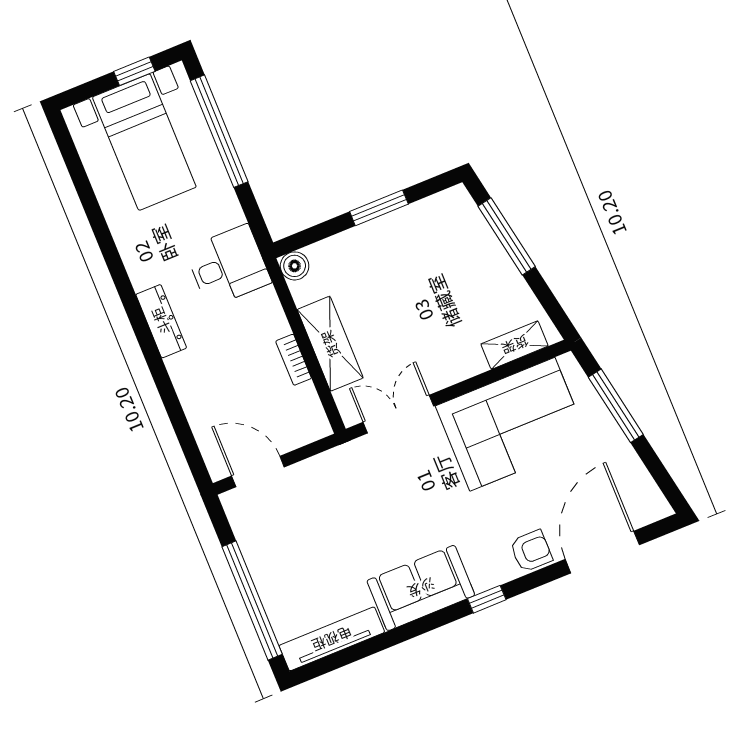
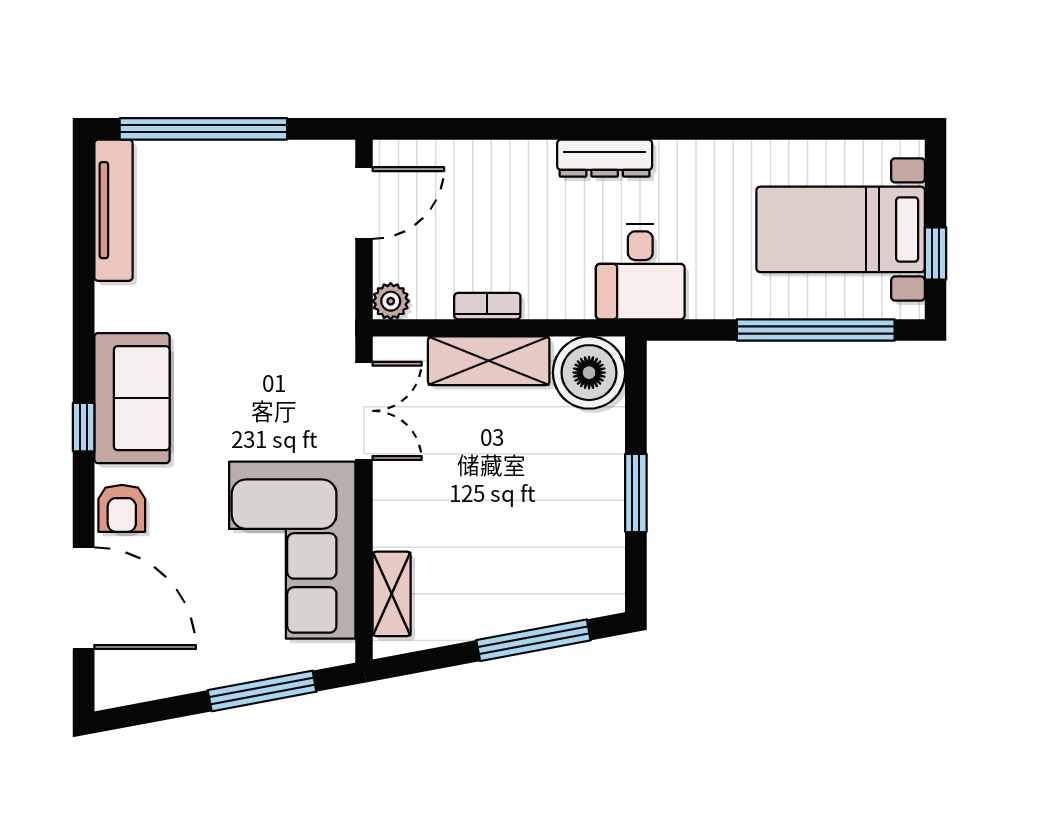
boiler: (295, 266) -> (589, 373), width x1.86, depth x1.86
plant: (317, 426) -> (391, 301), added
sofa: (421, 588) -> (132, 398), moved

